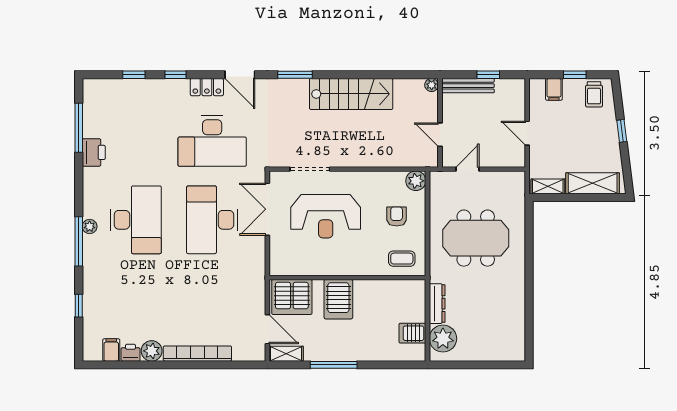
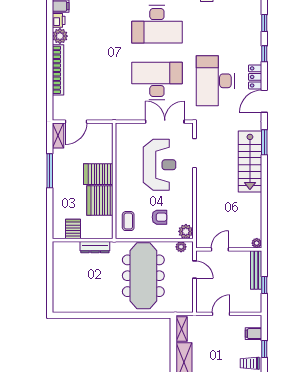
stairs: (351, 94) -> (250, 161), moved
reception desk: (326, 216) -> (160, 165), turned 180
meeting table: (476, 238) -> (143, 276), width x1.36
server rack: (292, 297) -> (100, 201), moved
plant: (443, 339) -> (181, 247), moved, width x0.53, depth x0.53

